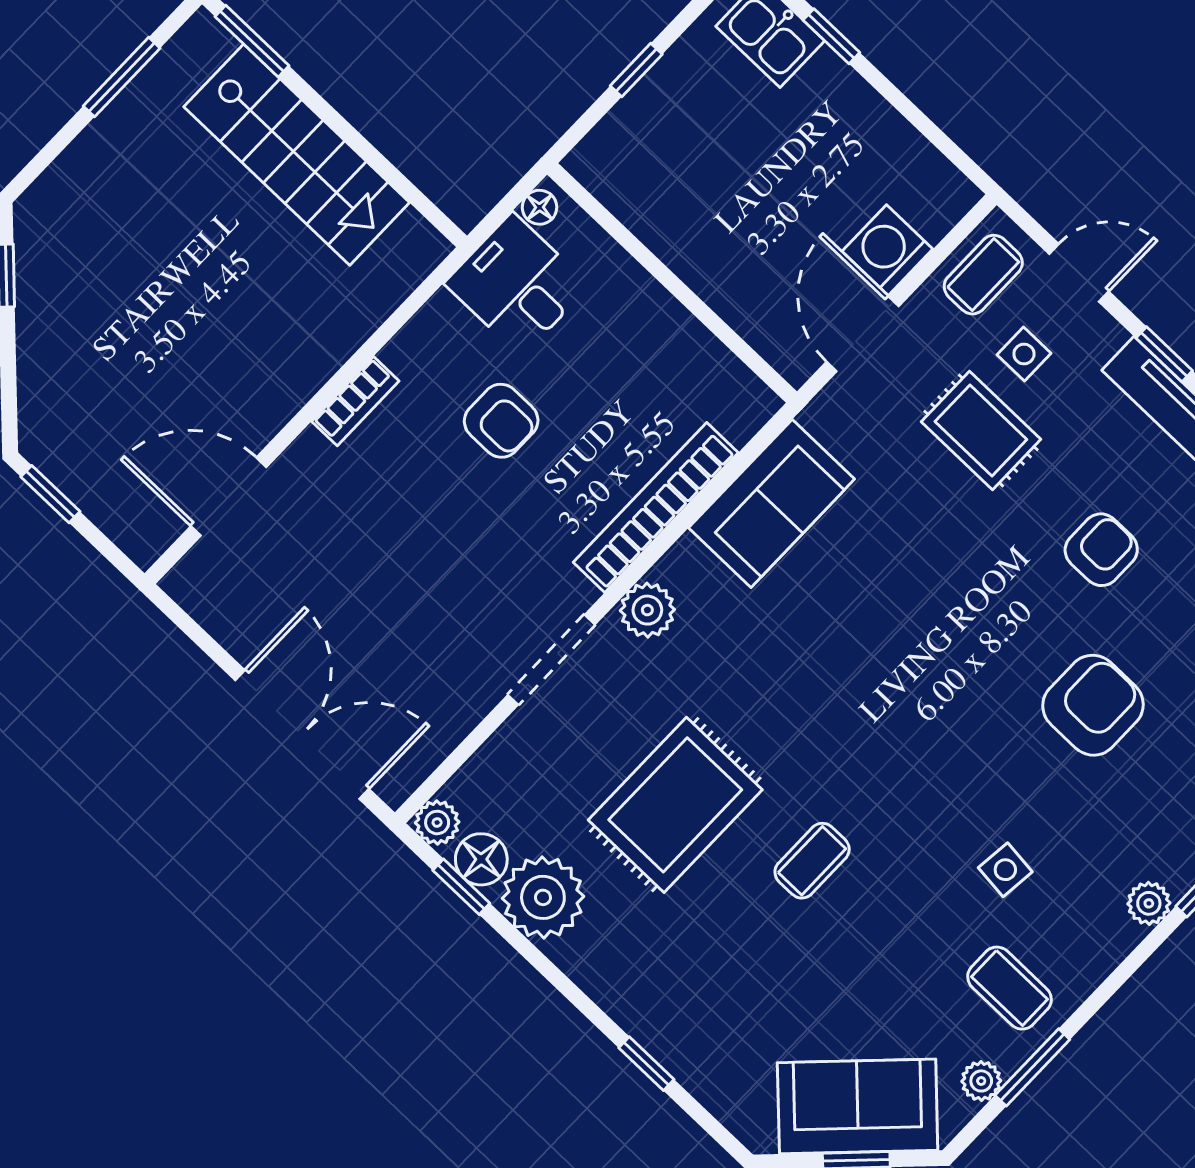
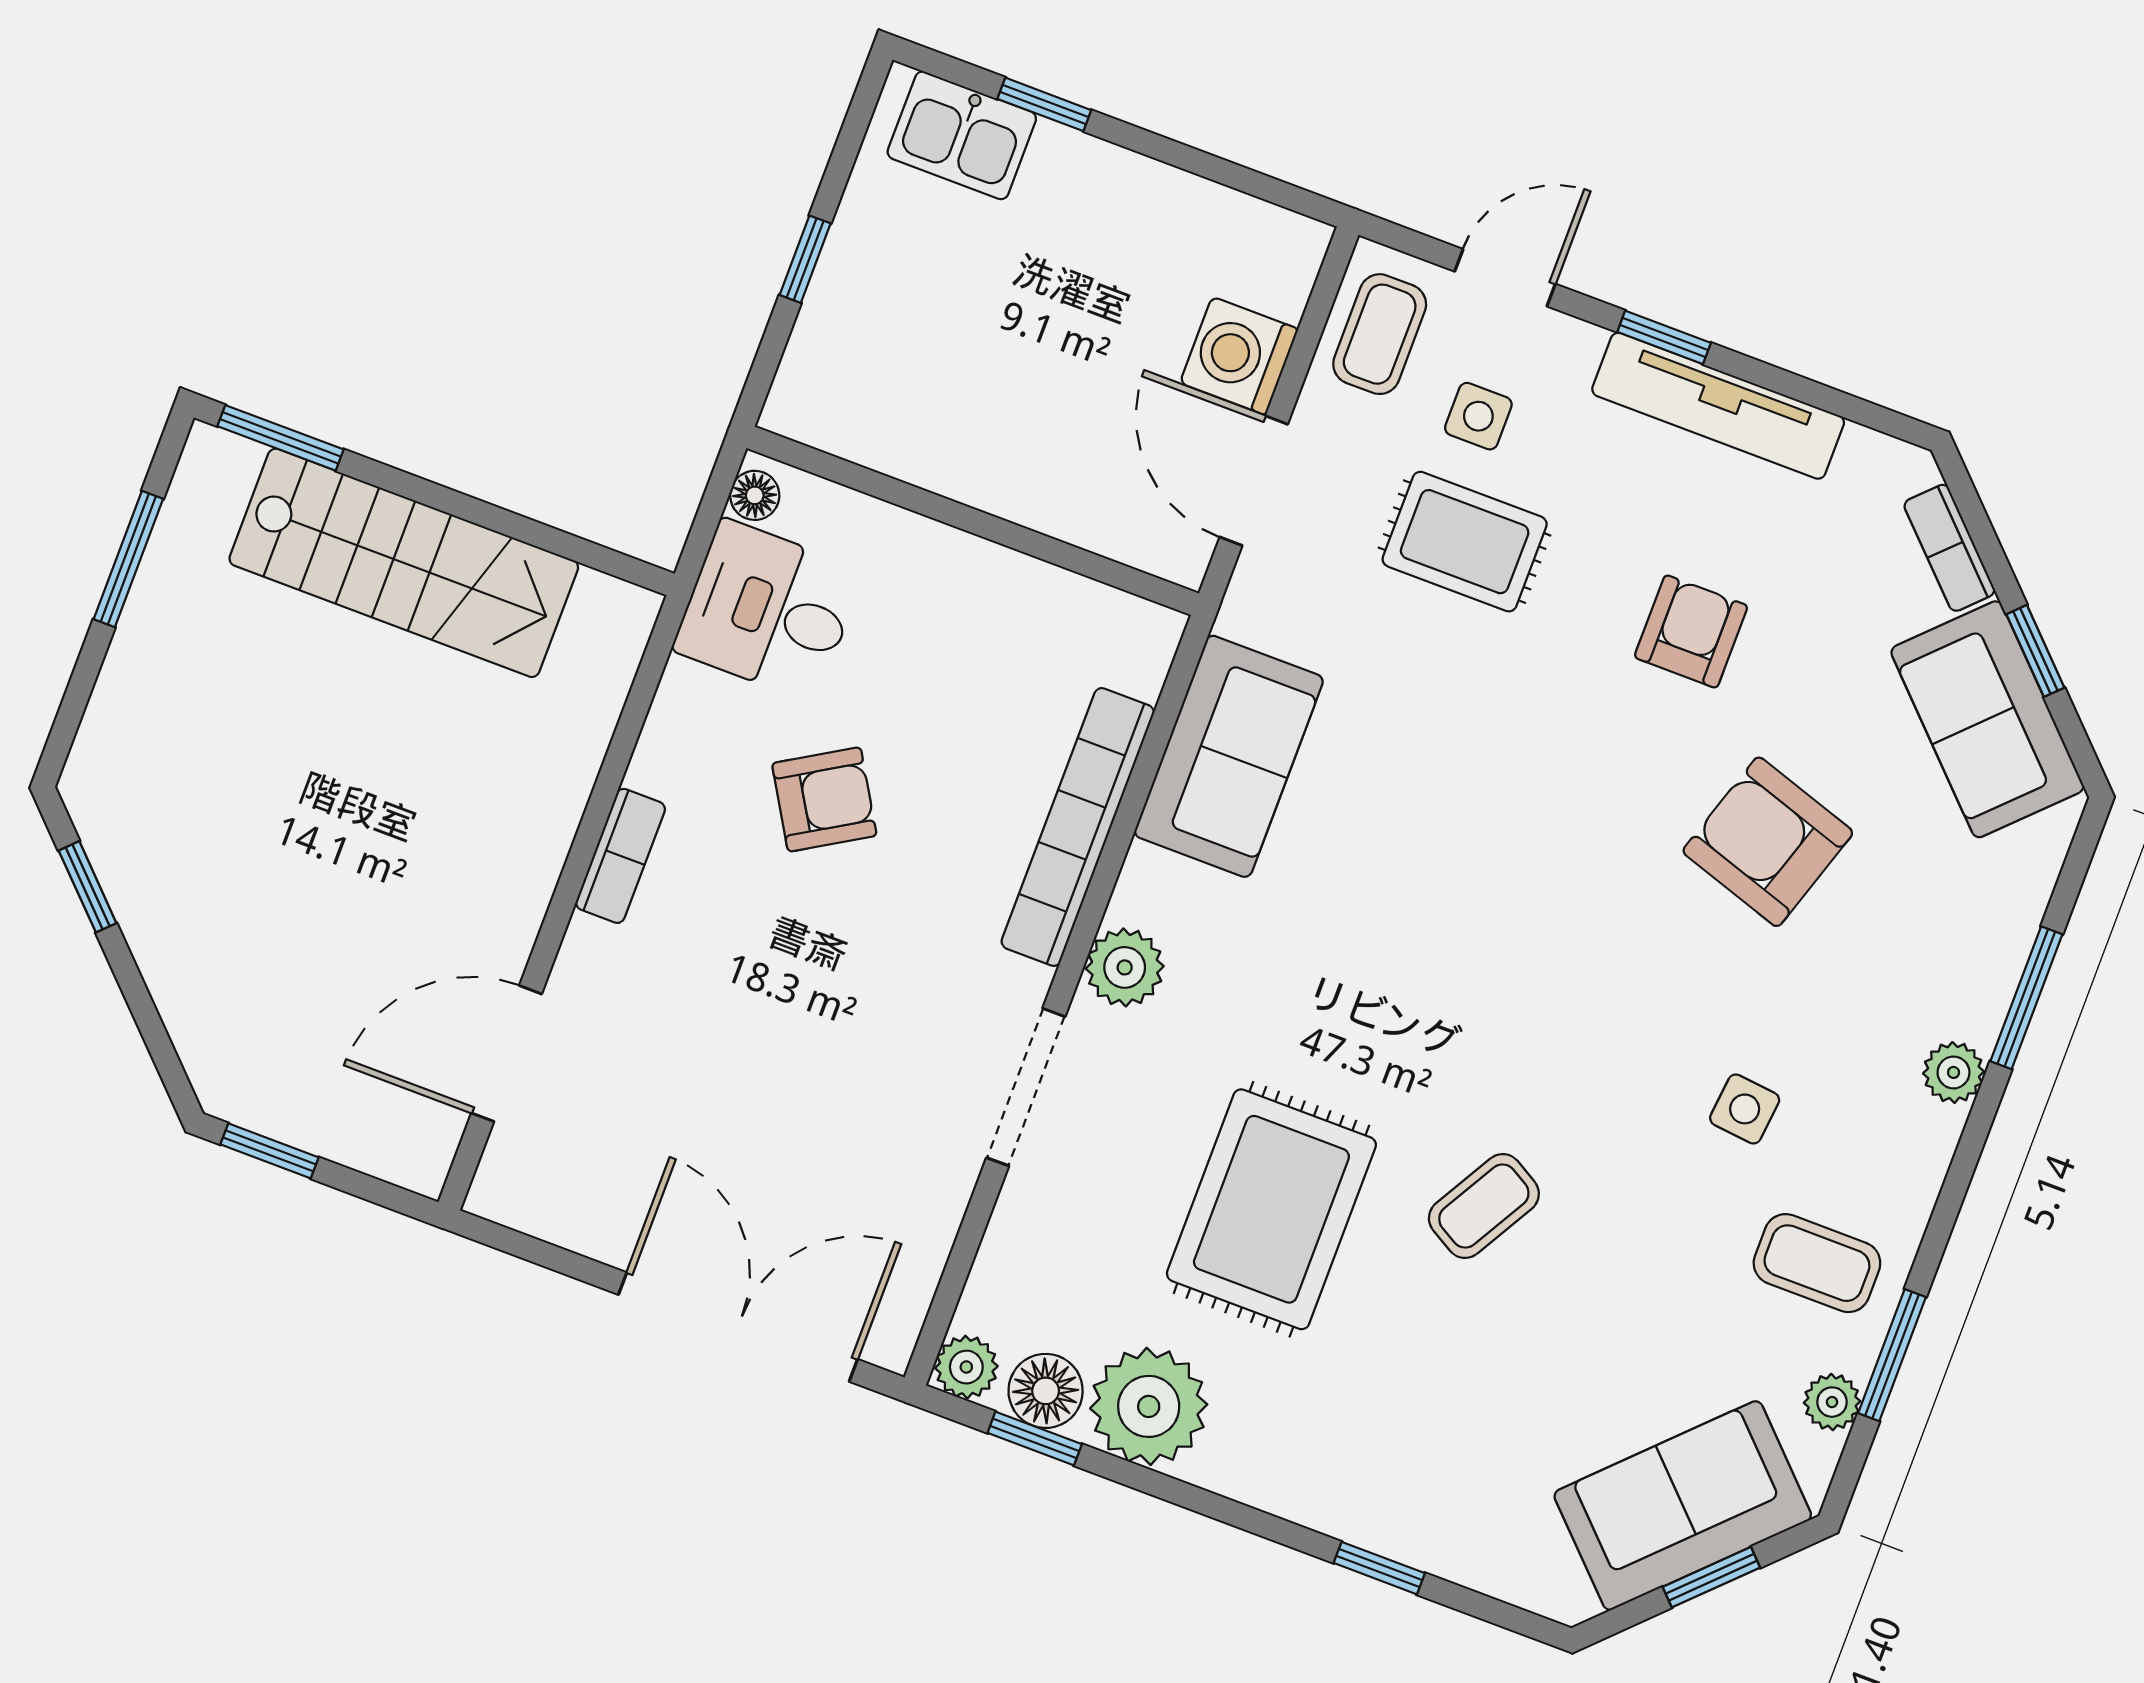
armchair: (501, 421) -> (824, 799), turned -31
armchair: (1093, 705) -> (1768, 842), turned -72
coffee table: (812, 861) -> (1484, 1206), turned 30

